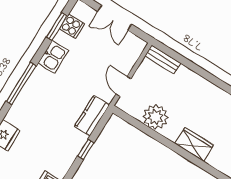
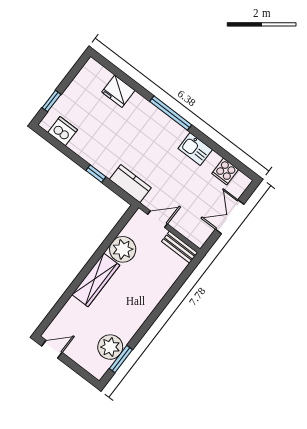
window: (57, 27) -> (226, 156), removed
bench: (163, 59) -> (180, 247), moved, turned 90
wardrobe: (194, 144) -> (96, 280), width x1.50

